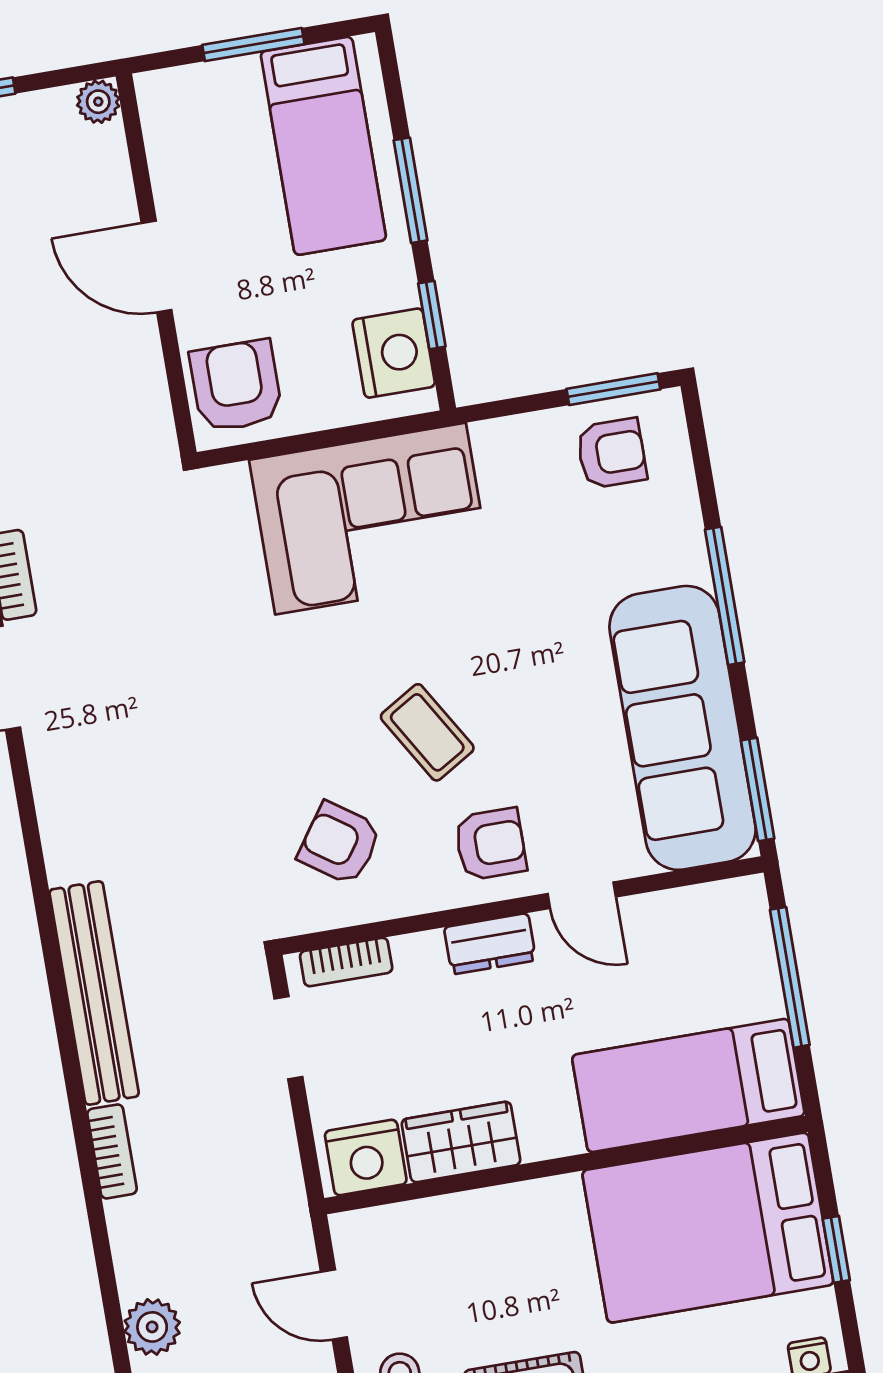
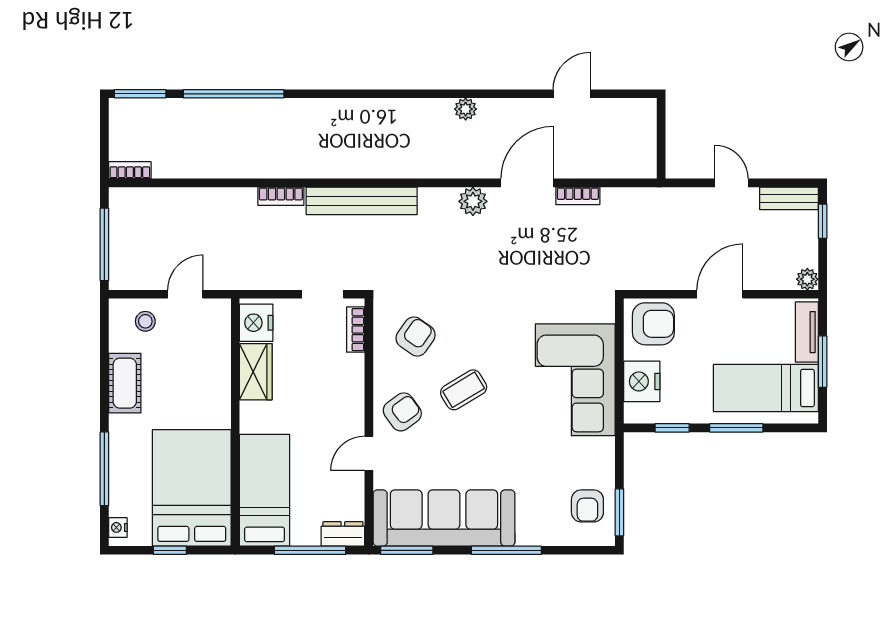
tv unit: (201, 85) -> (807, 332), added
nightstand: (394, 353) -> (642, 381), moved, turned 90
armchair: (490, 844) -> (402, 412), turned -126
dresser: (490, 944) -> (343, 534), moved, turned 90
plant: (152, 1327) -> (473, 201), moved

